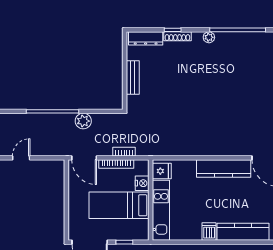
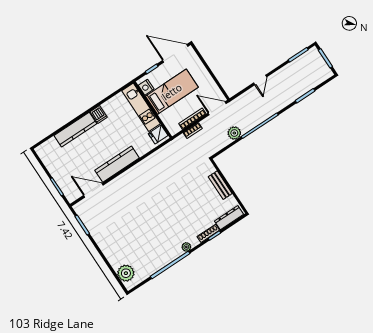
nightstand: (142, 183) -> (146, 87), moved

